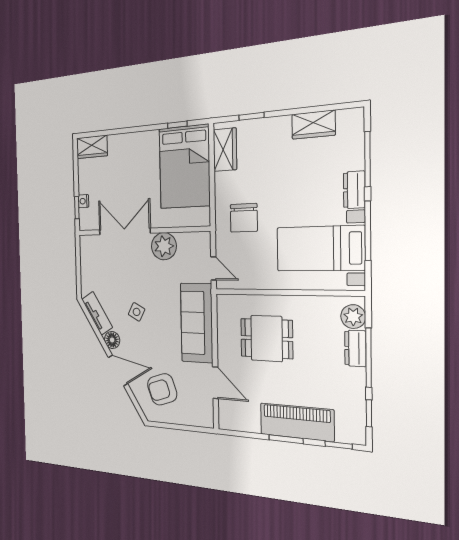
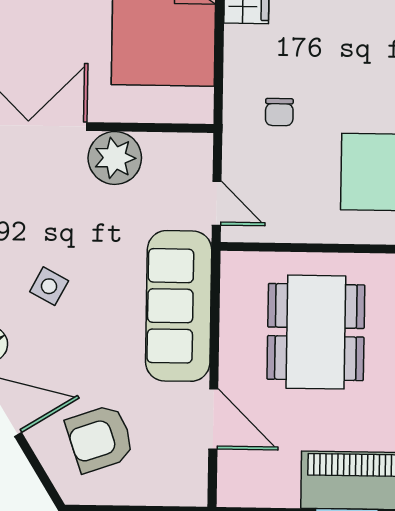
chair: (244, 218) -> (279, 112), width x0.54, depth x0.54
dining table: (267, 338) -> (316, 332), width x1.38

